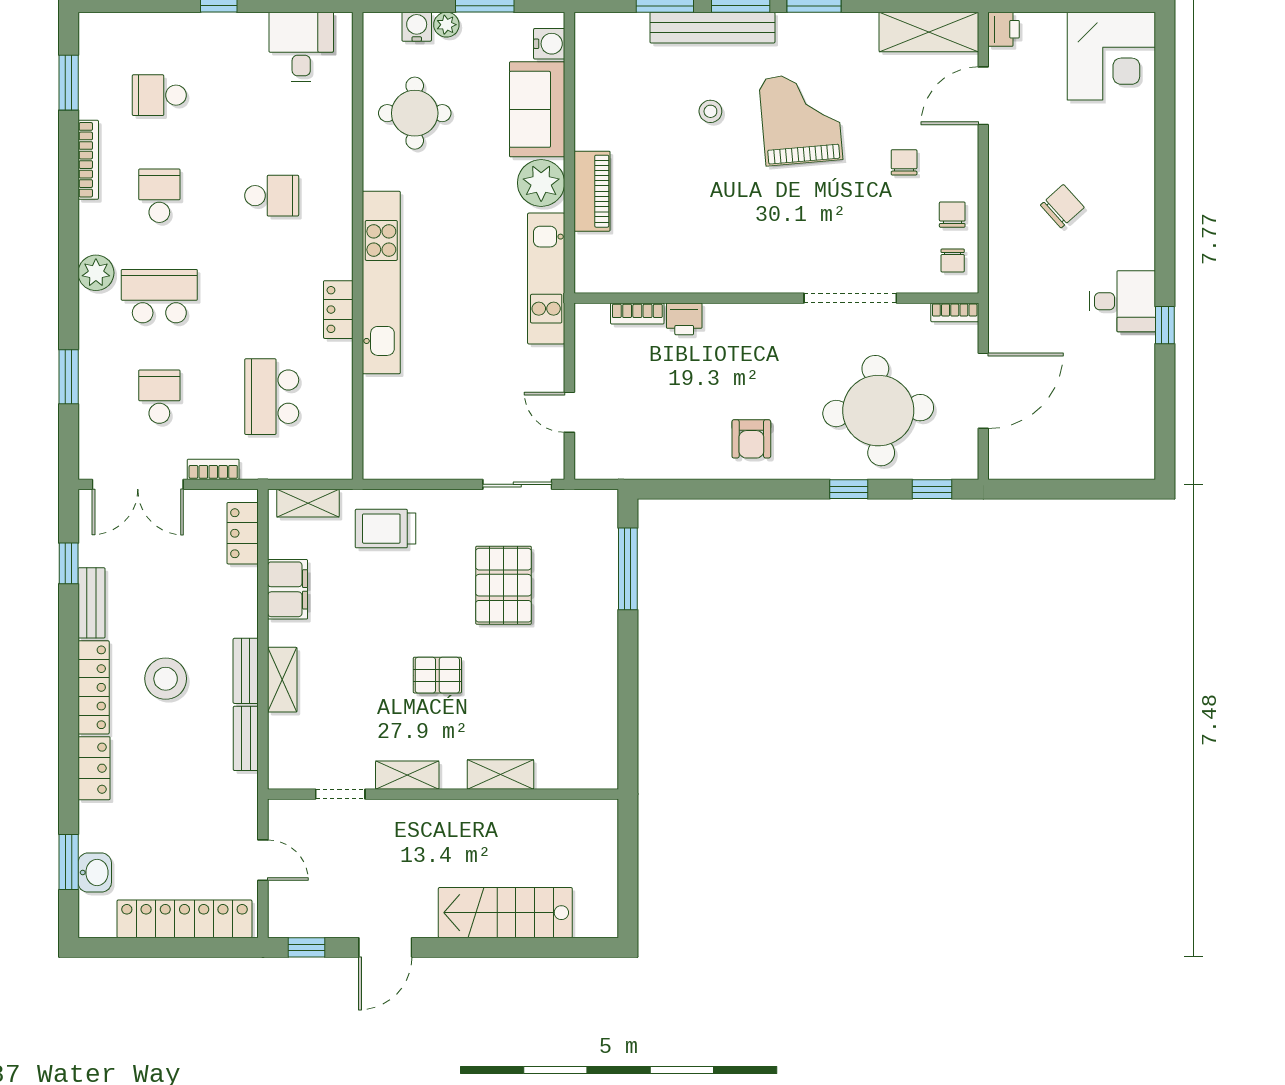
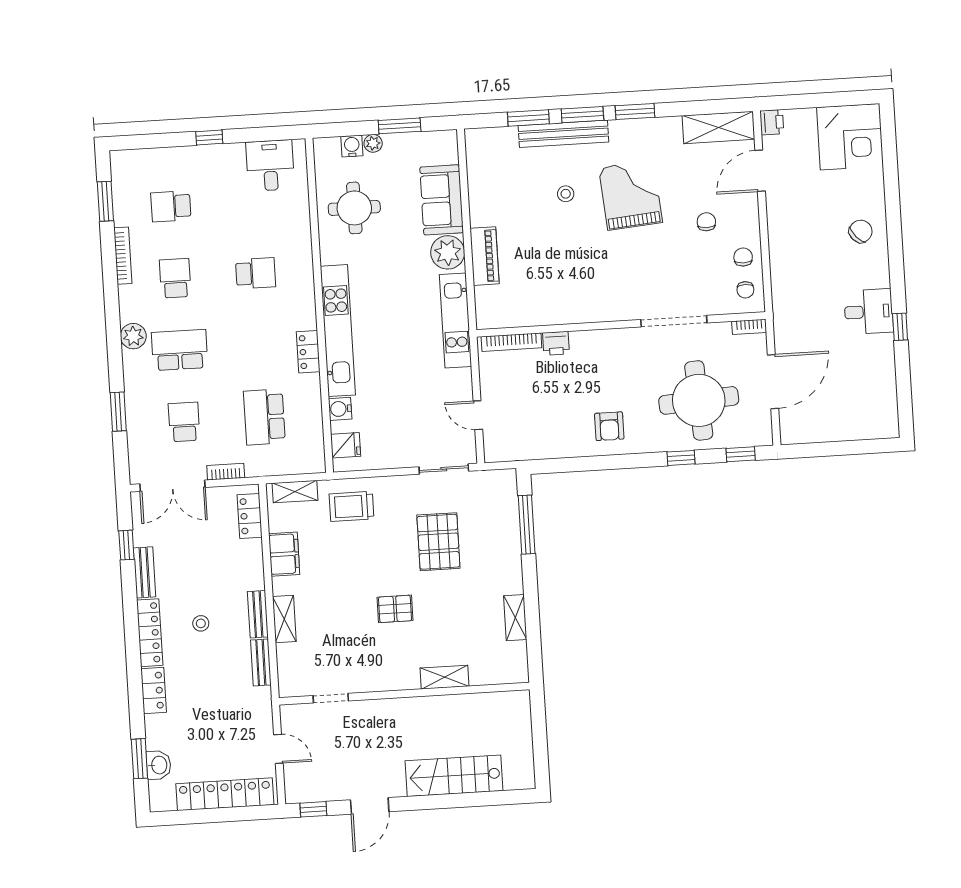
water cooler: (549, 44) -> (340, 409), moved, turned 180
chair: (1062, 206) -> (861, 231), moved
bookcase: (637, 313) -> (511, 342), width x1.56
fridge: (382, 443) -> (346, 445), added
stool: (166, 679) -> (201, 623), width x0.53, depth x0.53
shelving: (407, 775) -> (515, 618), moved, turned 90

